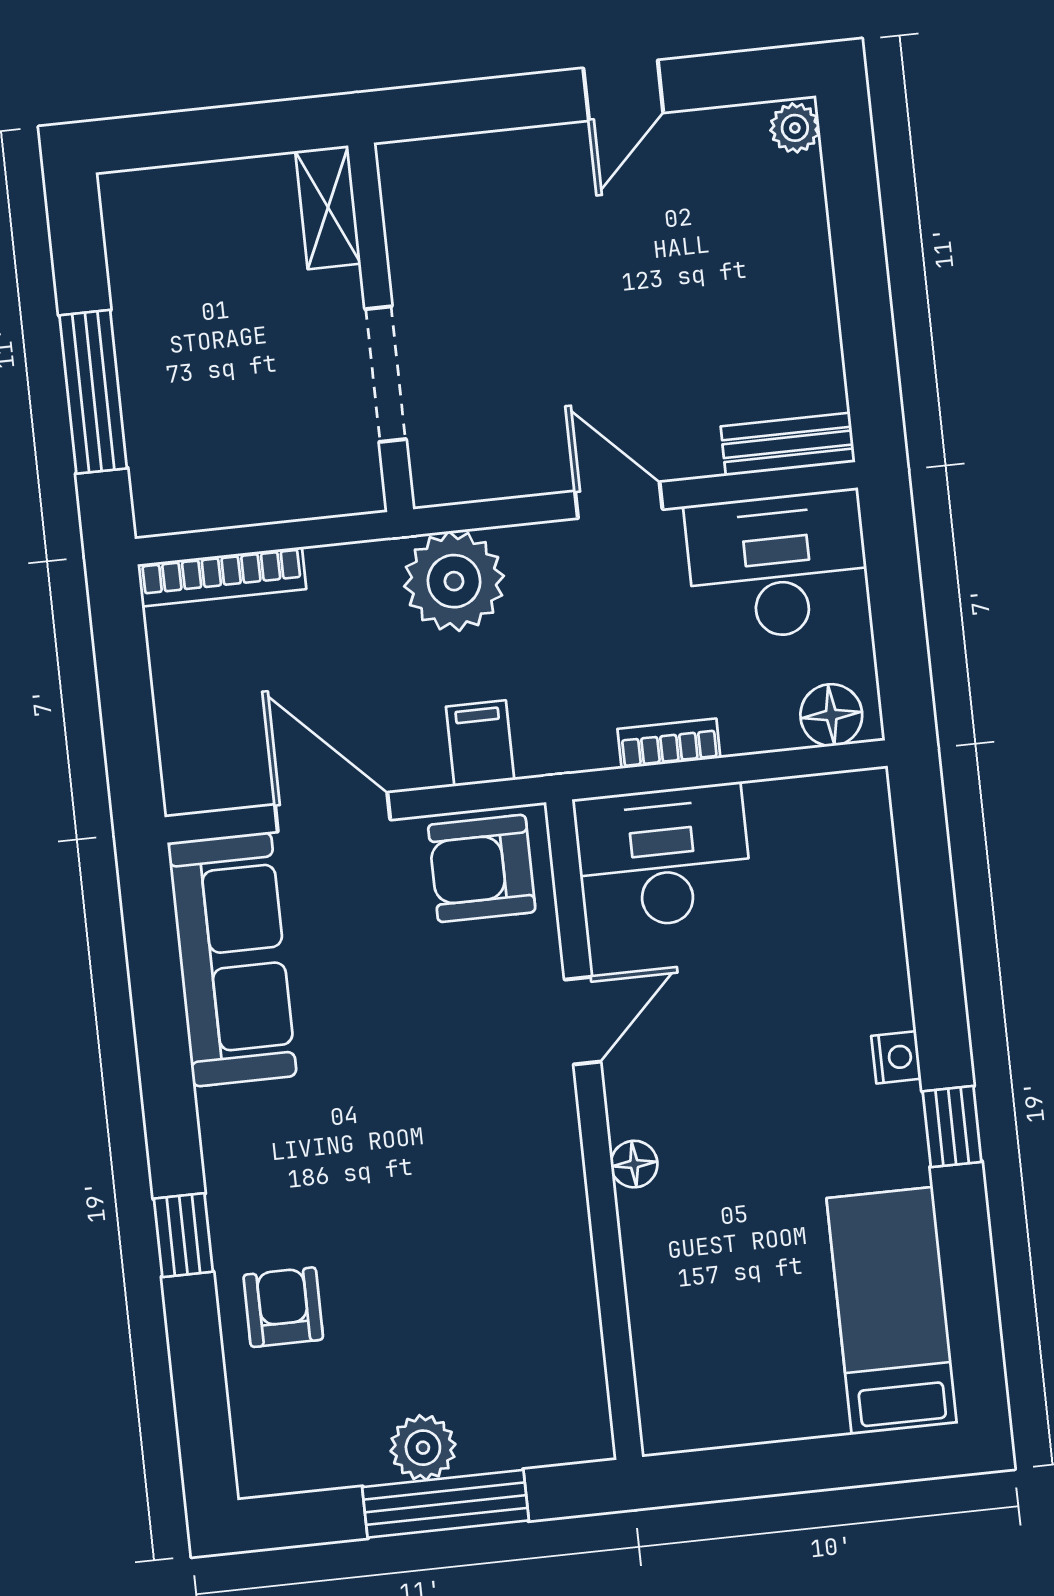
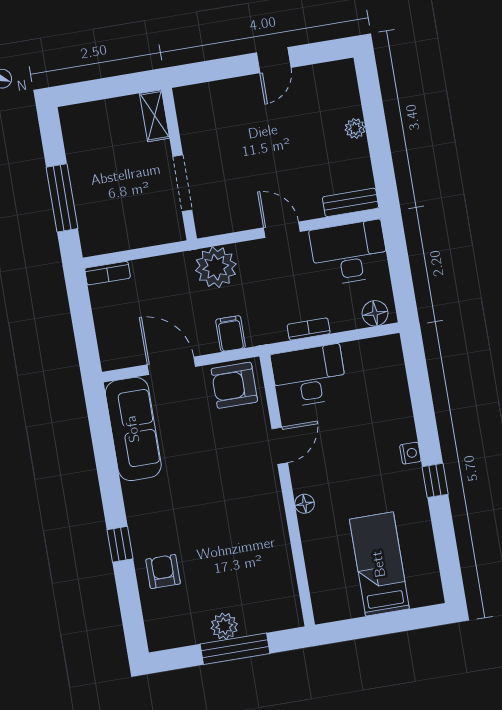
plant: (795, 128) -> (355, 128), moved
bookcase: (222, 577) -> (108, 273), width x0.64
bed: (892, 1311) -> (379, 564), moved

